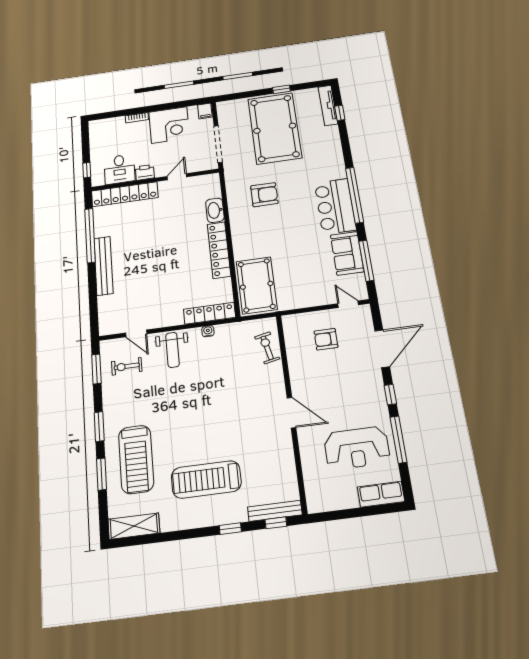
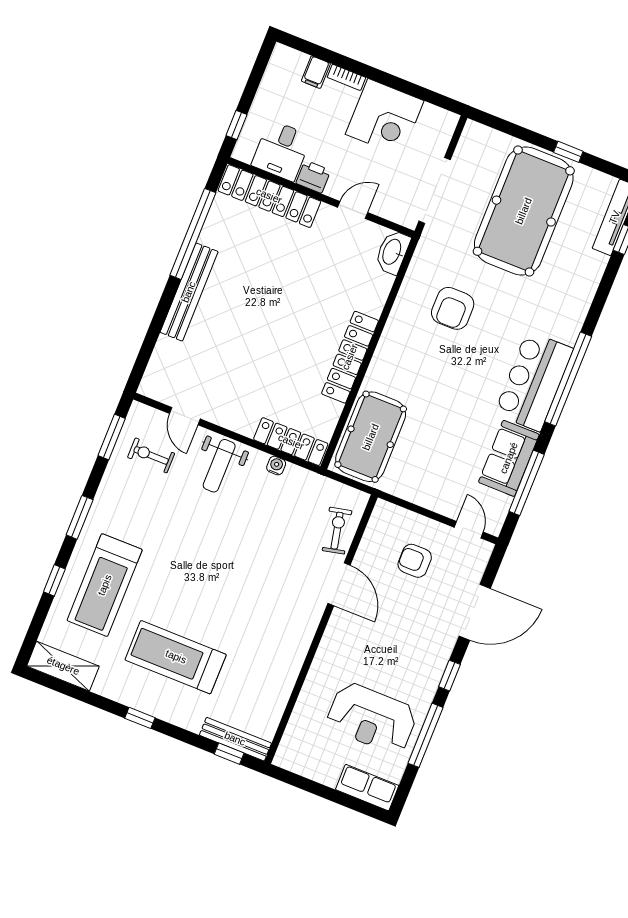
filing cabinet: (205, 111) -> (316, 72), moved
armchair: (264, 195) -> (453, 308), turned 90
washbasin: (215, 210) -> (392, 252), moved
door: (291, 413) -> (339, 584), moved
window: (101, 474) -> (54, 580), width x0.67
window: (230, 529) -> (140, 718), moved

